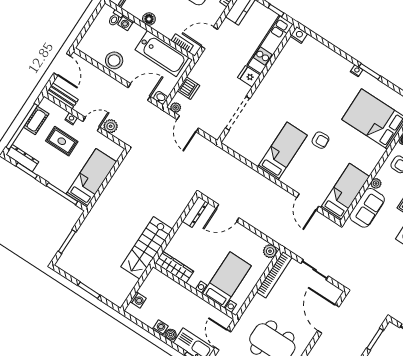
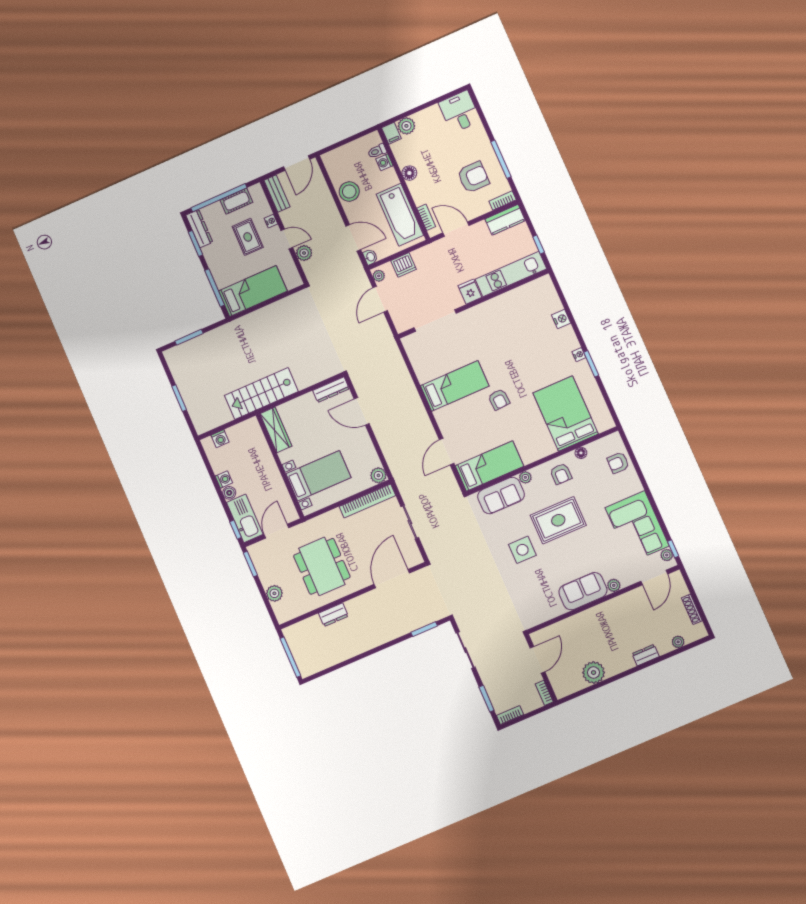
nightstand: (299, 35) -> (561, 319), moved

